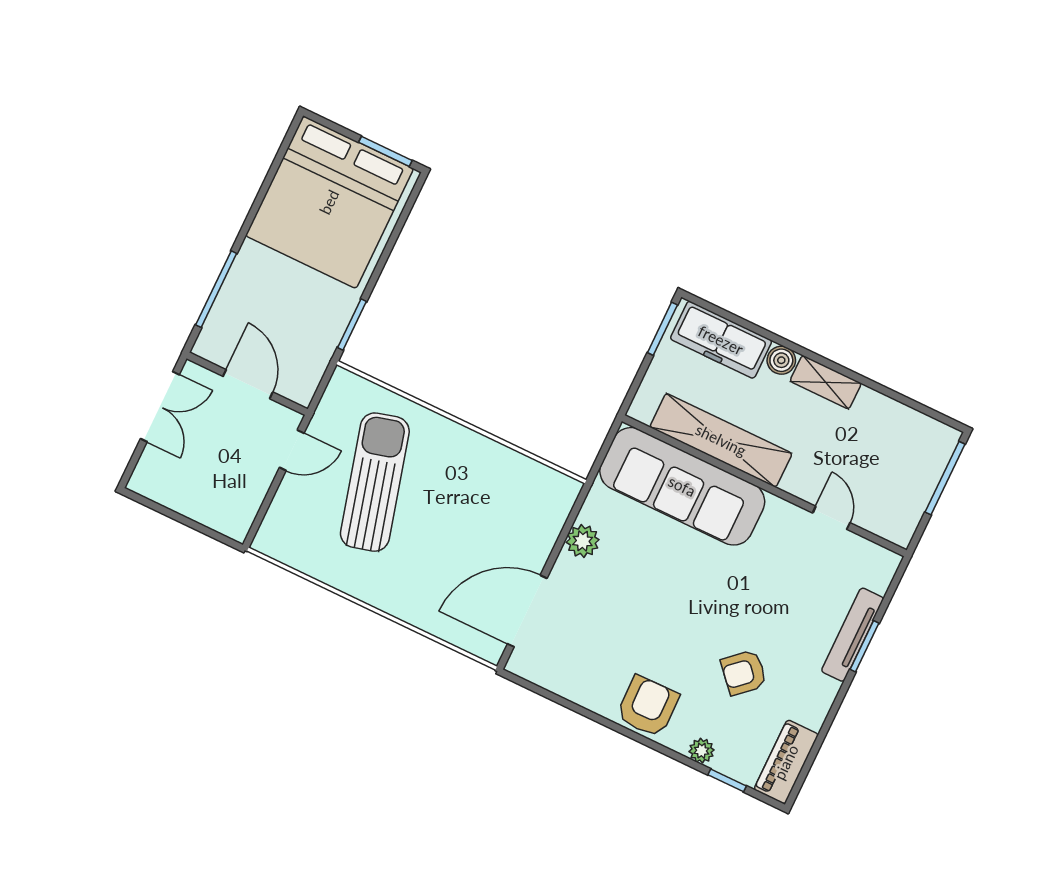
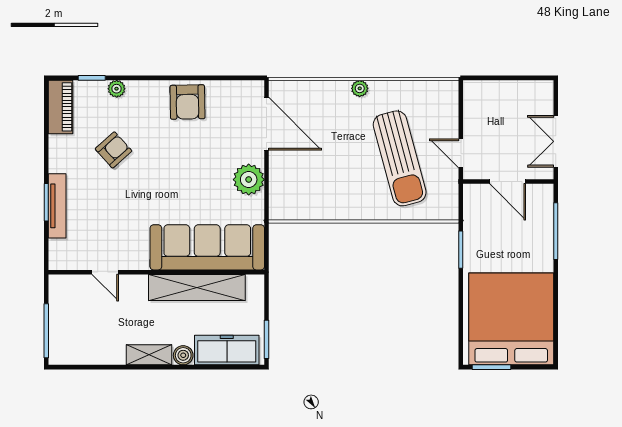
door: (292, 450) -> (461, 153), hinge flipped
plant: (583, 541) -> (249, 180), width x1.36, depth x1.36
plant: (383, 599) -> (360, 88), added
door: (527, 611) -> (266, 124), hinge flipped
armchair: (648, 706) -> (187, 102), moved

